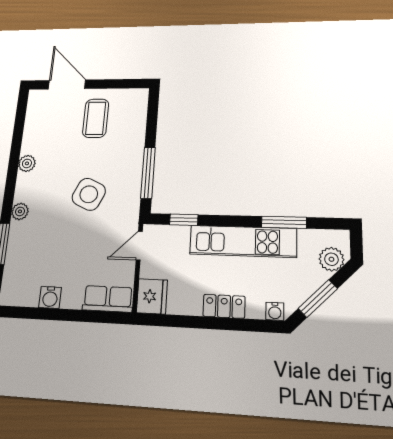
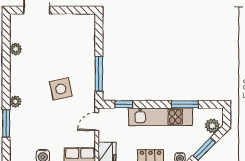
coffee table: (96, 118) -> (60, 36), removed
plant: (27, 163) -> (16, 49), moved
side table: (89, 194) -> (61, 89), turned -37

